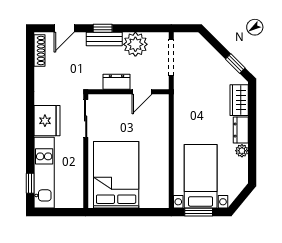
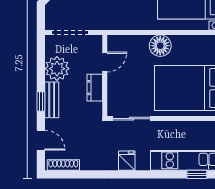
door: (142, 92) -> (105, 62), hinge flipped
fridge: (47, 121) -> (127, 161), width x0.53, depth x0.75
floor lamp: (158, 147) -> (160, 46), added

